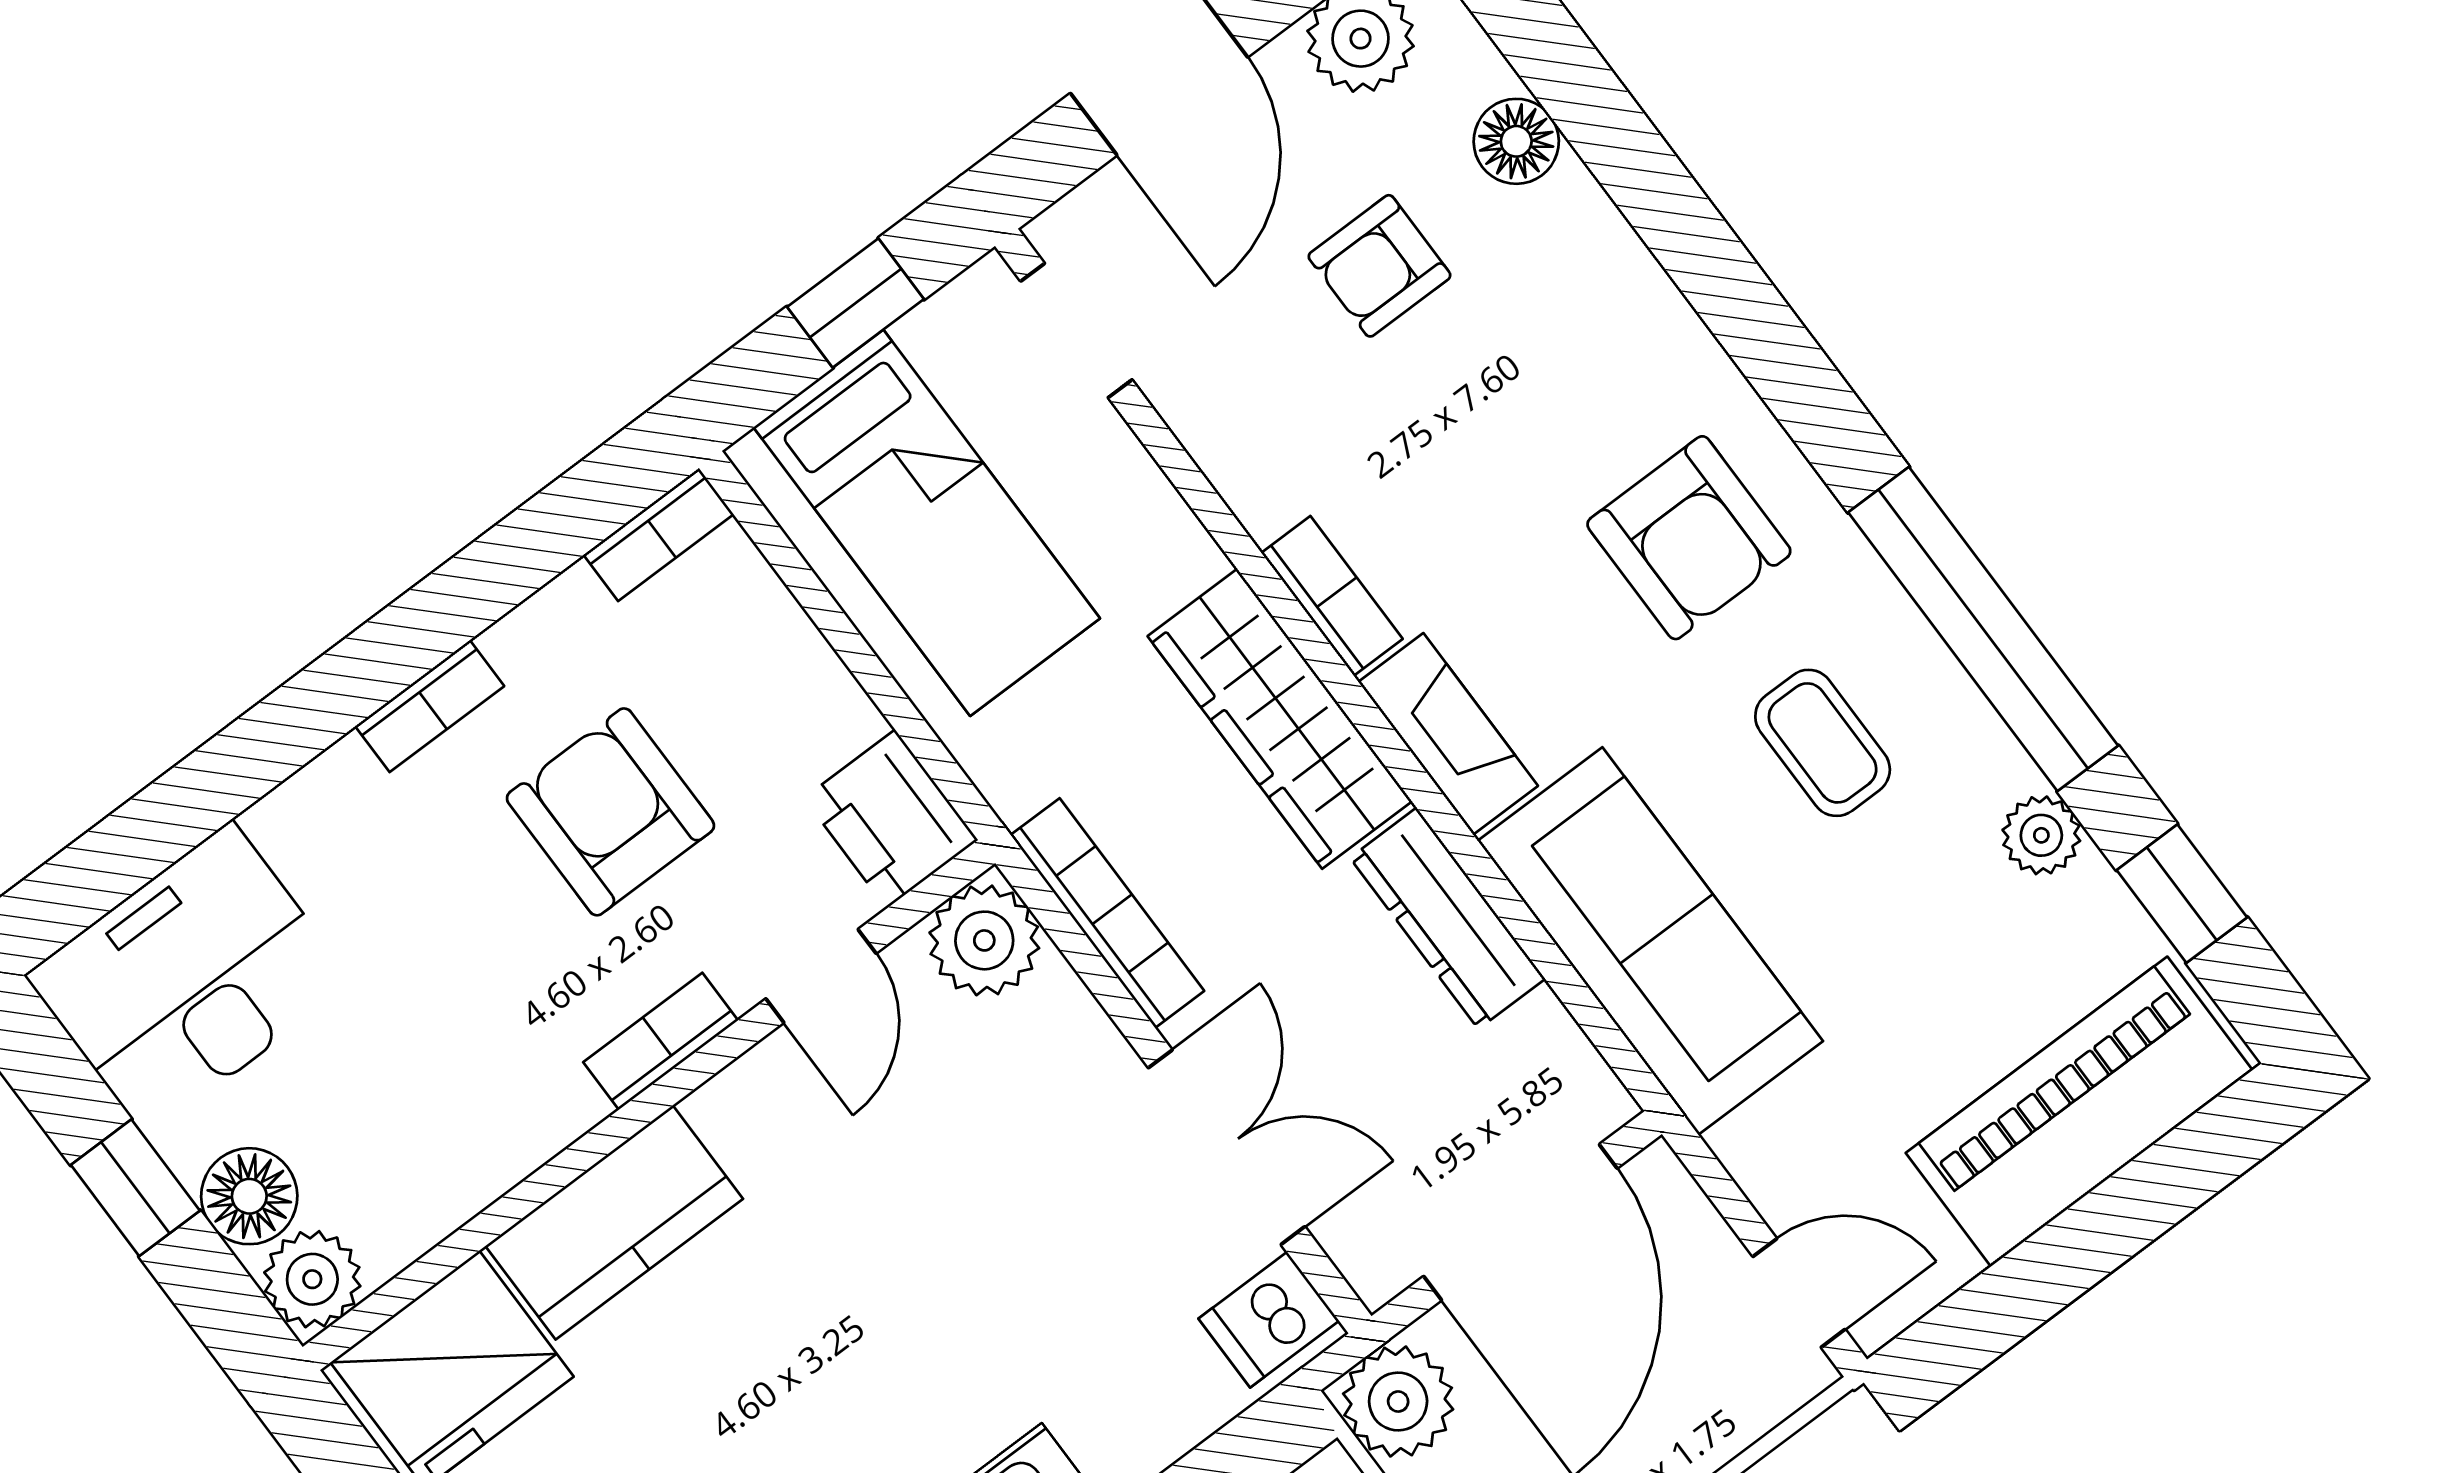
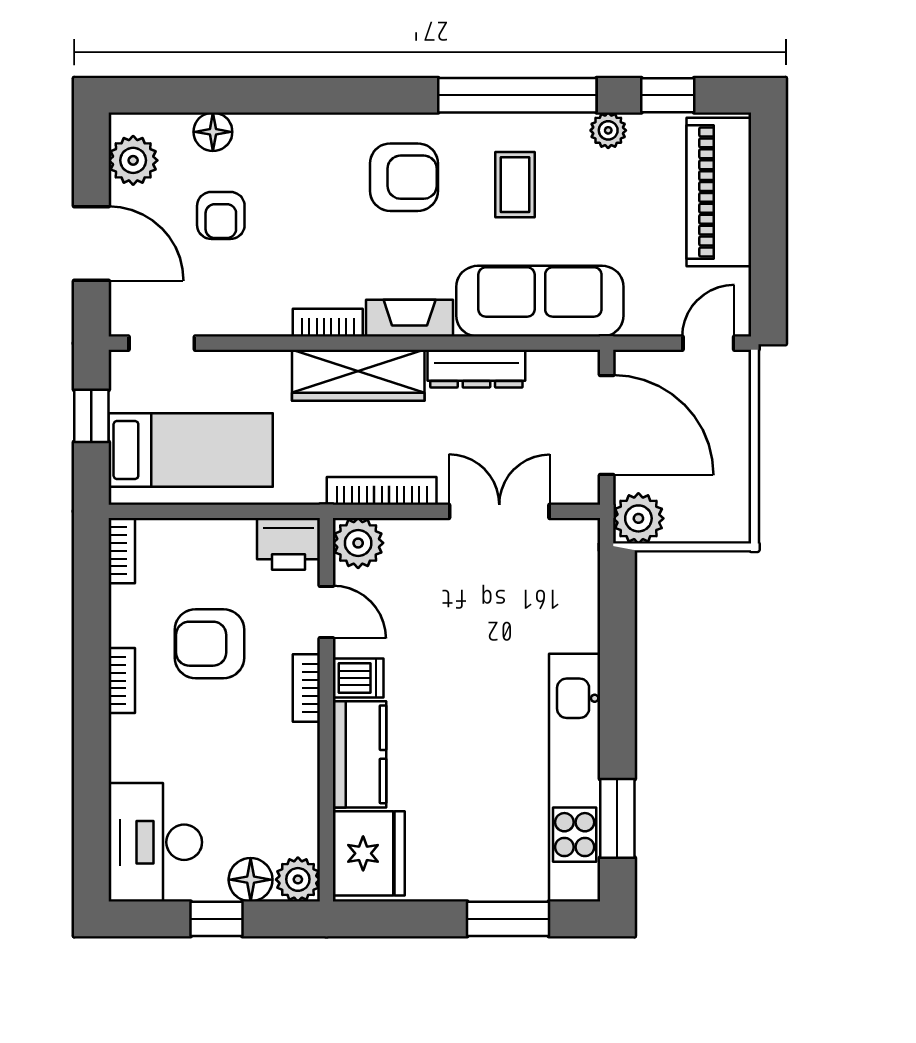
coffee table: (1823, 743) -> (515, 185), turned 90
dishwasher: (1269, 1320) -> (358, 678), moved, turned -90

